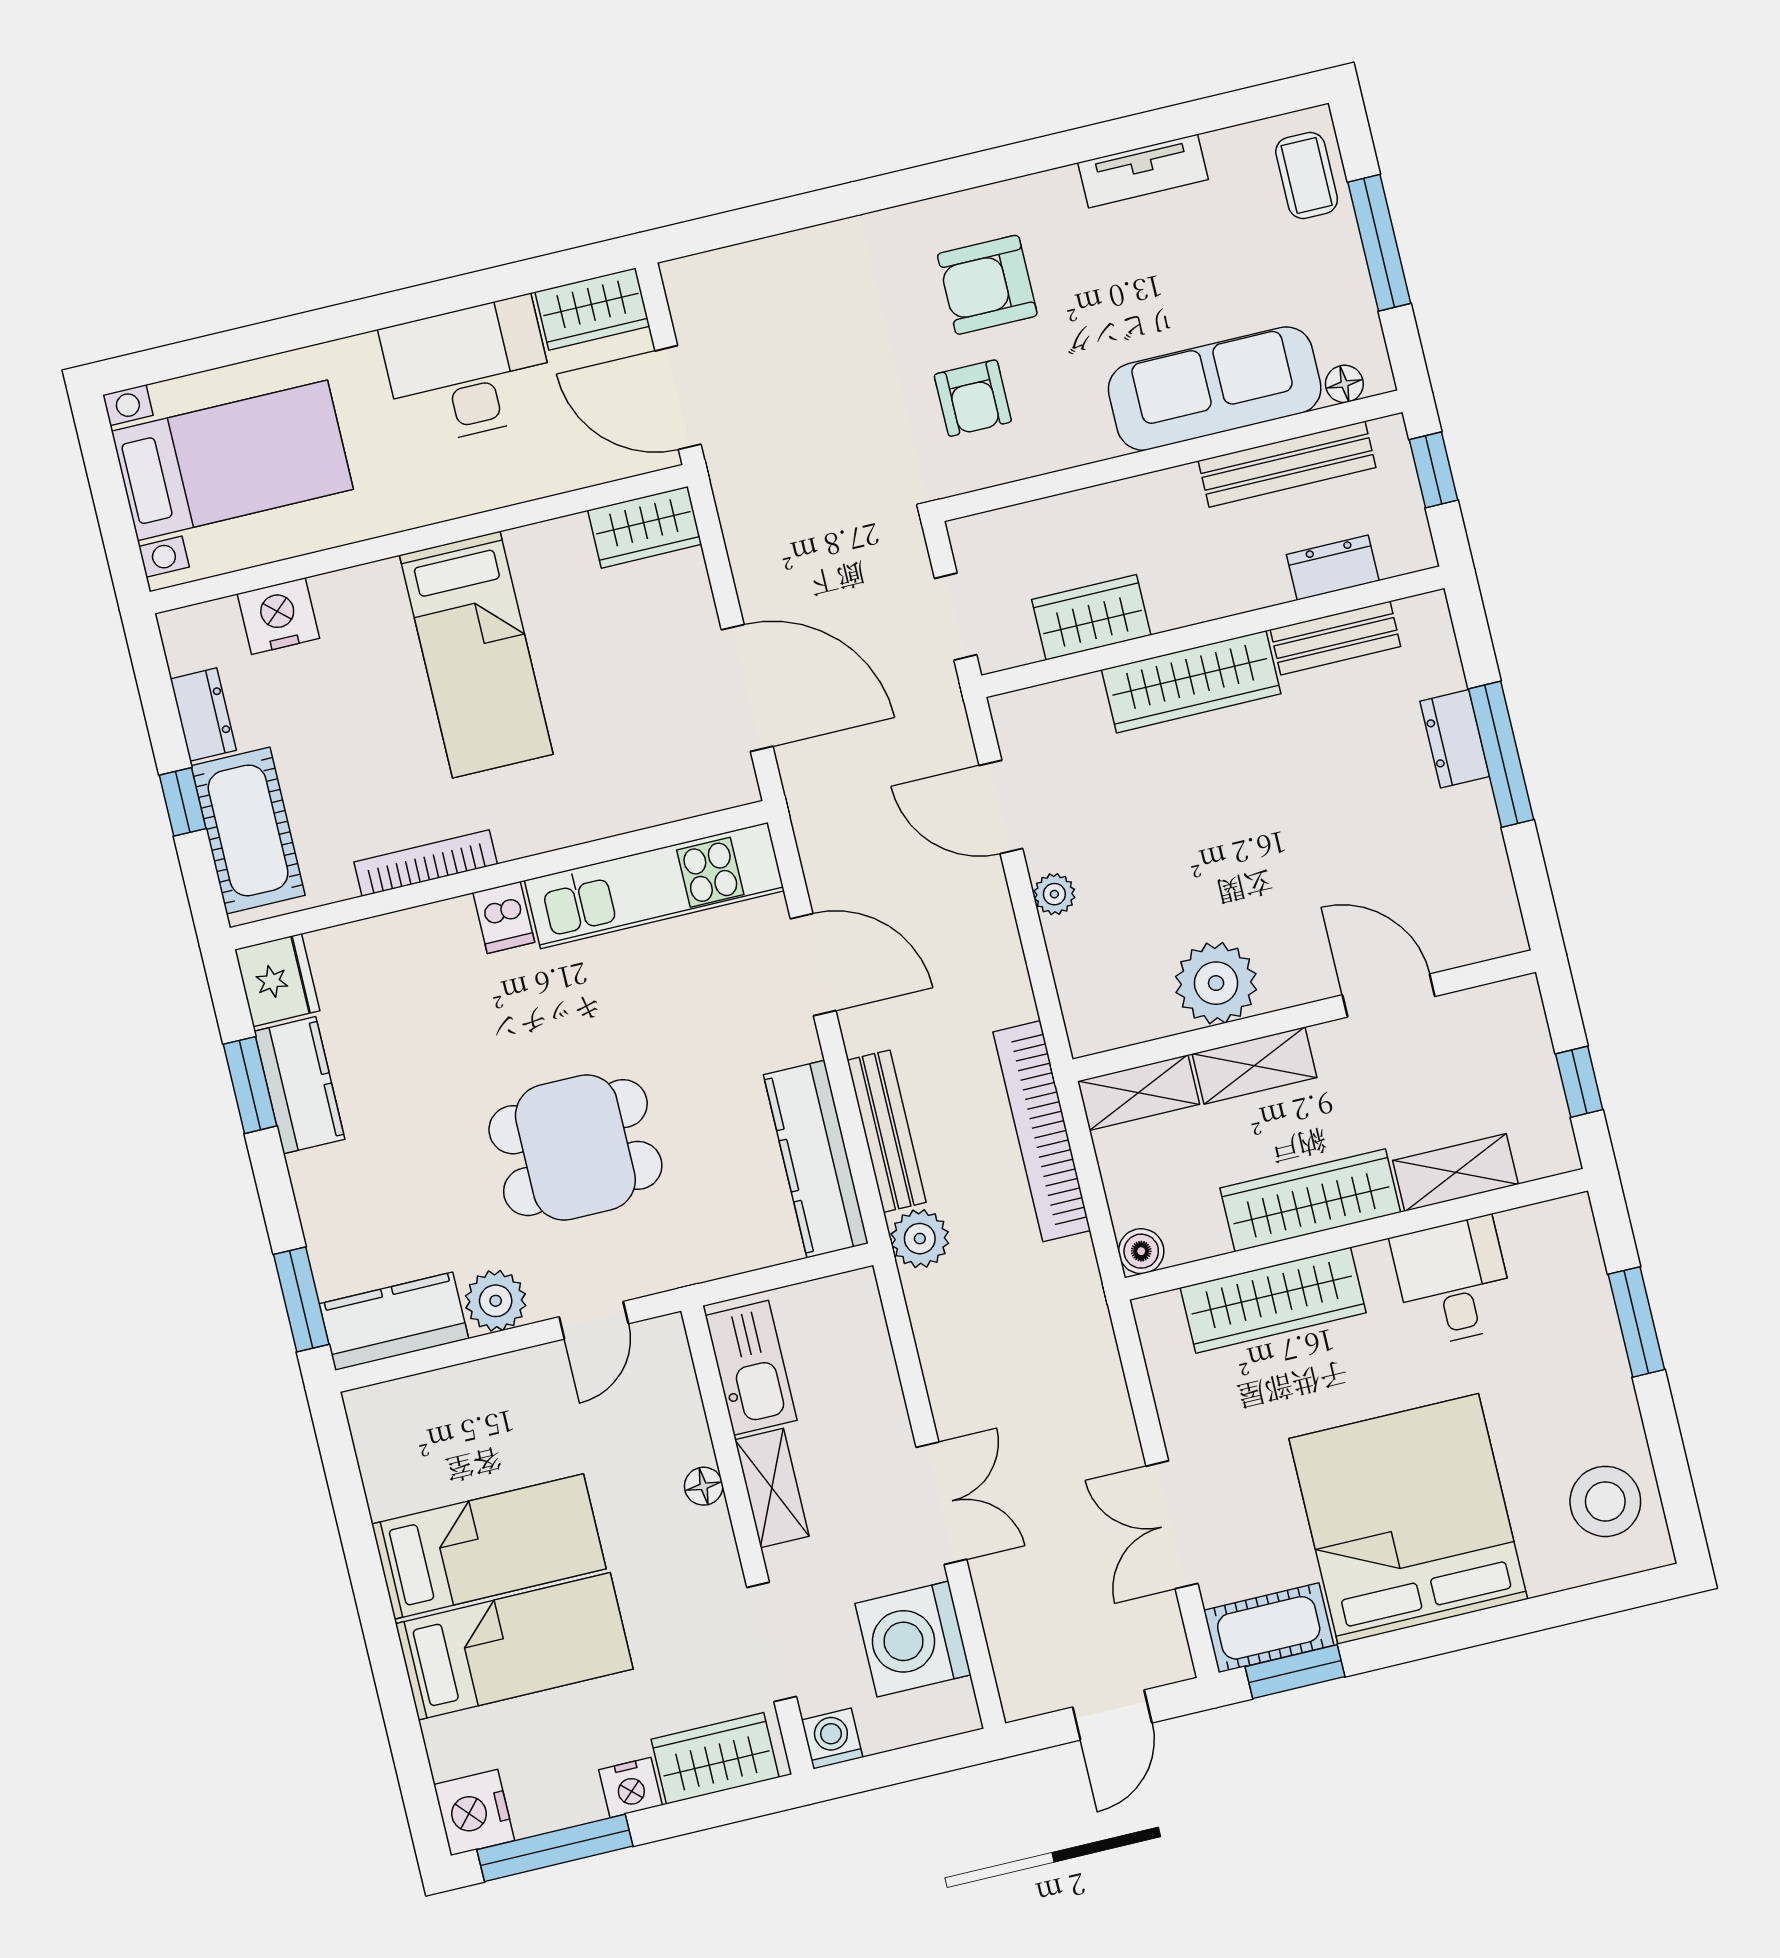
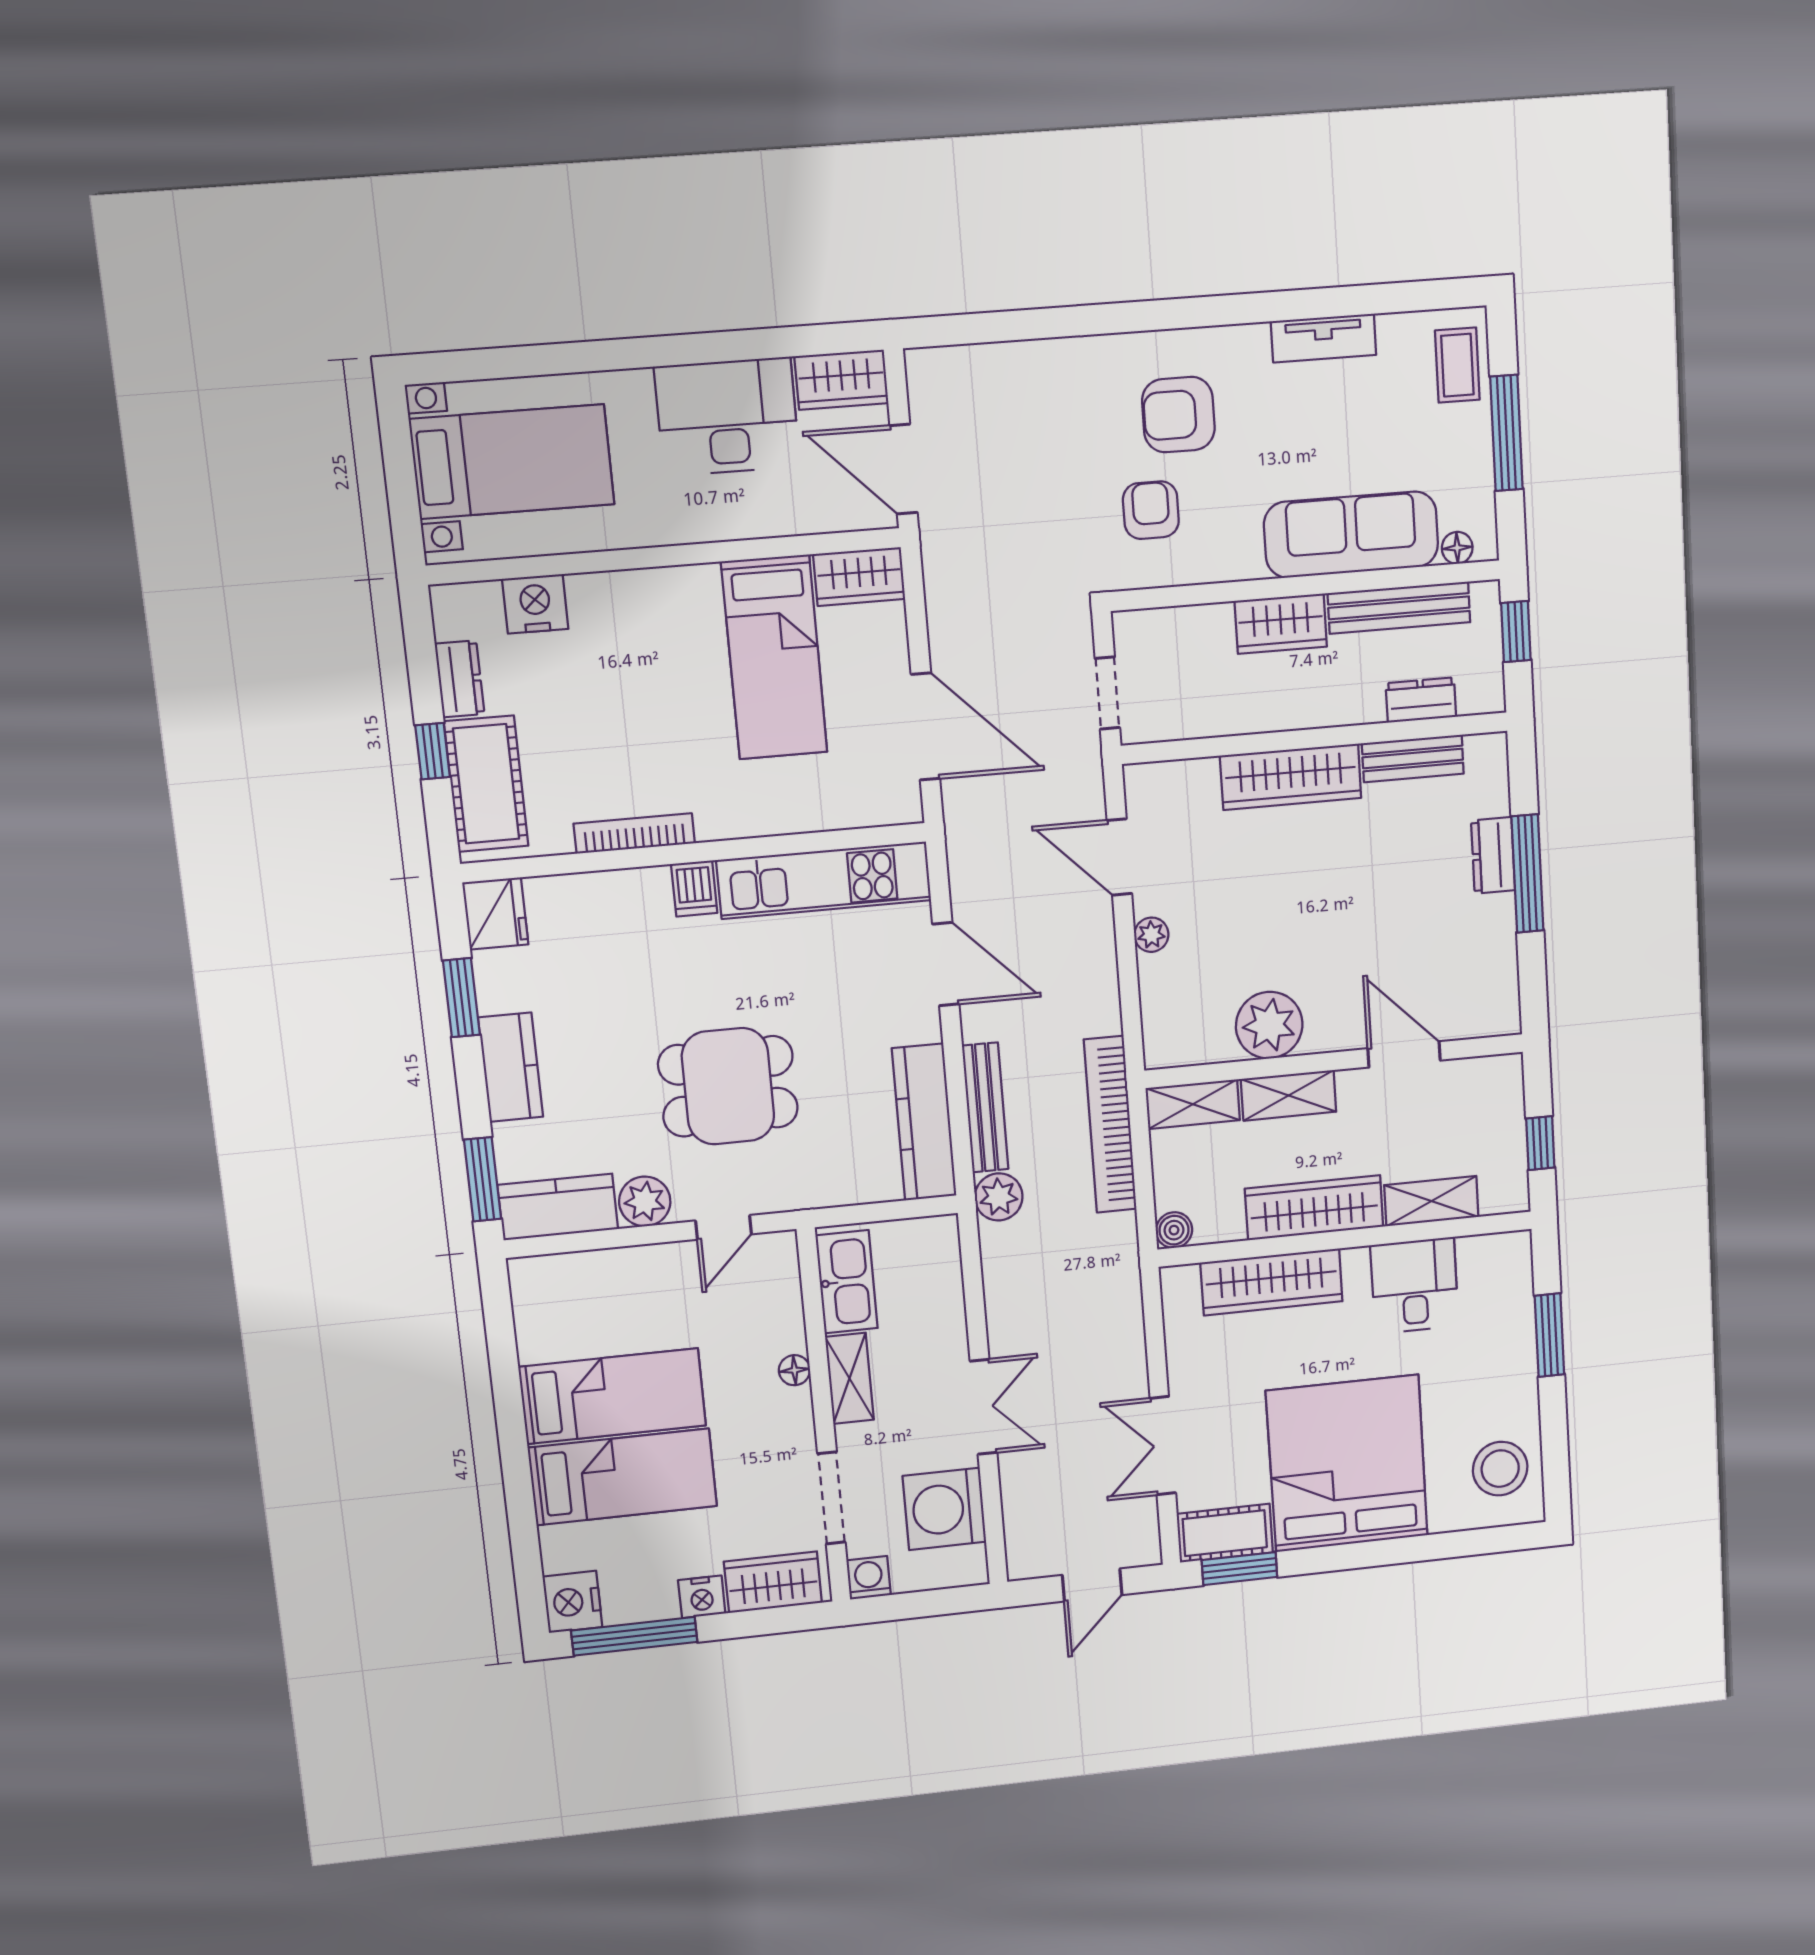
armchair: (973, 398) -> (1151, 510), turned 180
wardrobe: (1091, 617) -> (1281, 624), moved, turned 180
bed: (476, 655) -> (774, 657), moved
kitchen counter: (300, 1085) -> (511, 1067), moved

